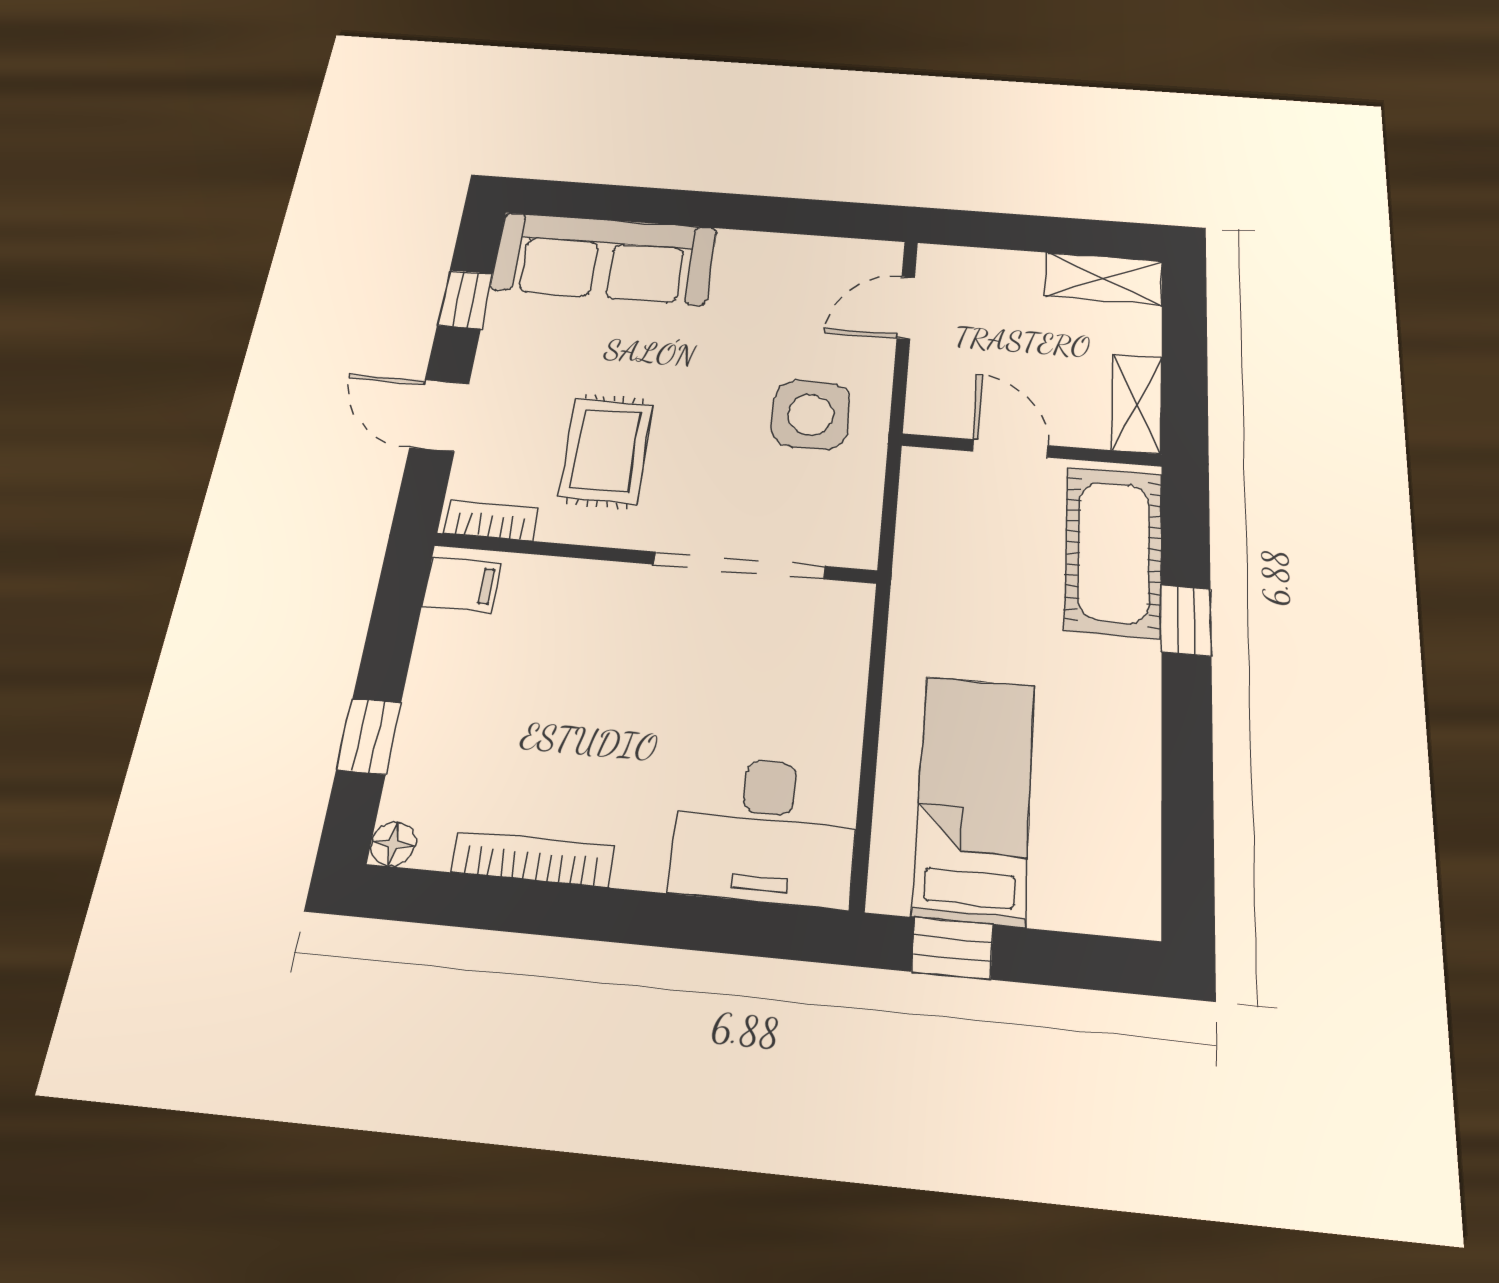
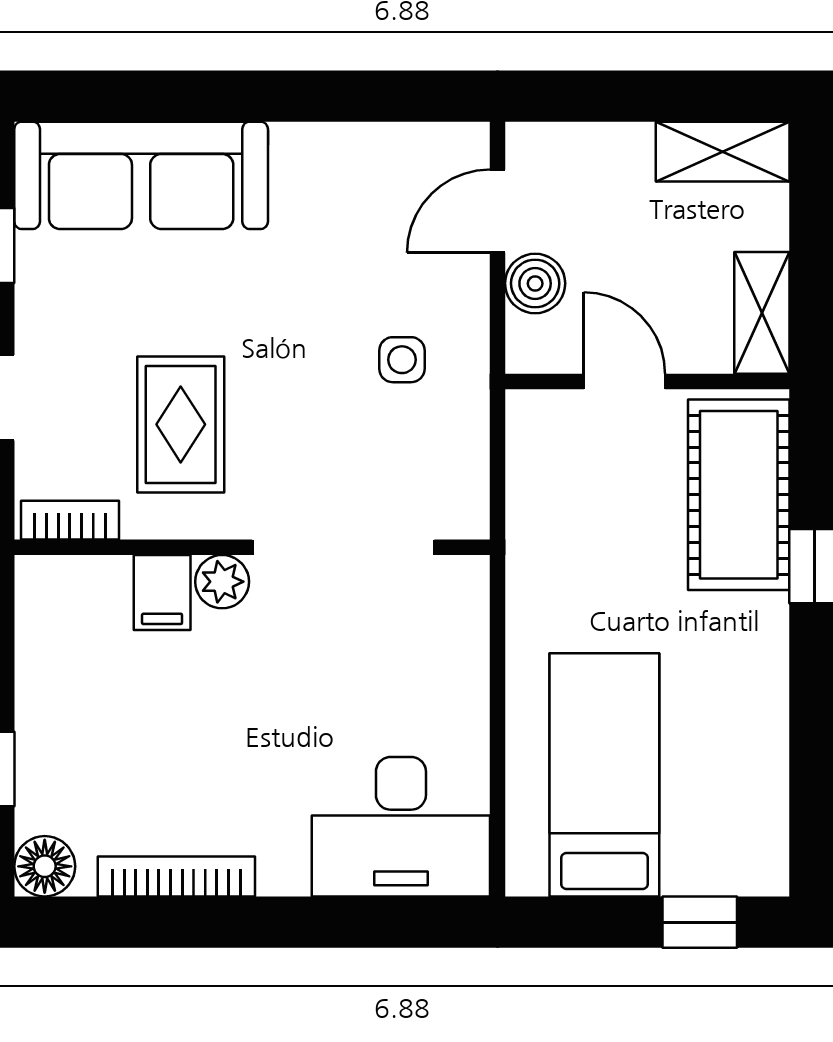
boiler: (935, 365) -> (535, 283), added
side table: (811, 415) -> (402, 360), width x0.54, depth x0.54
filing cabinet: (462, 584) -> (162, 593), moved, turned 90
plant: (622, 585) -> (222, 582), added
floor lamp: (393, 844) -> (45, 866), width x1.37, depth x1.37
window: (953, 948) -> (700, 922), moved

